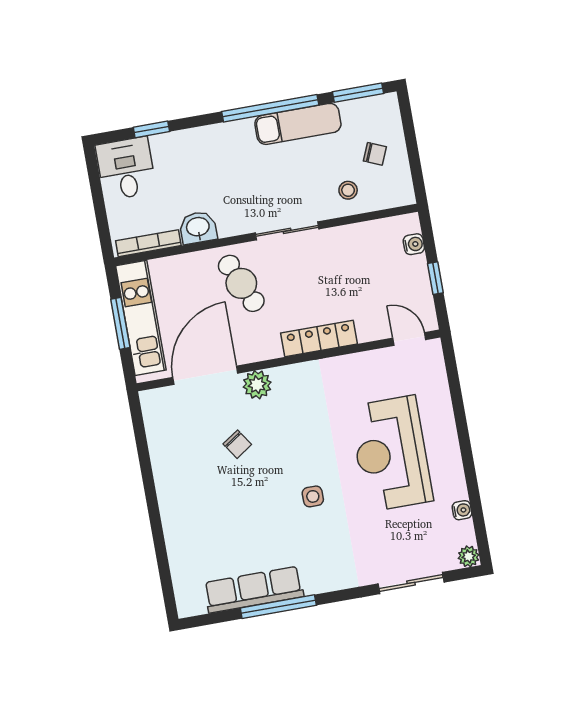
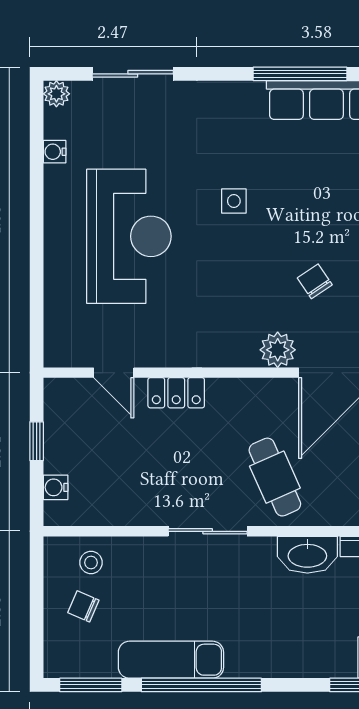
stool: (348, 190) -> (91, 563), moved
washbasin: (198, 228) -> (307, 555), width x1.38
locker: (319, 338) -> (176, 393), width x0.66
door: (409, 339) -> (114, 373), moved

